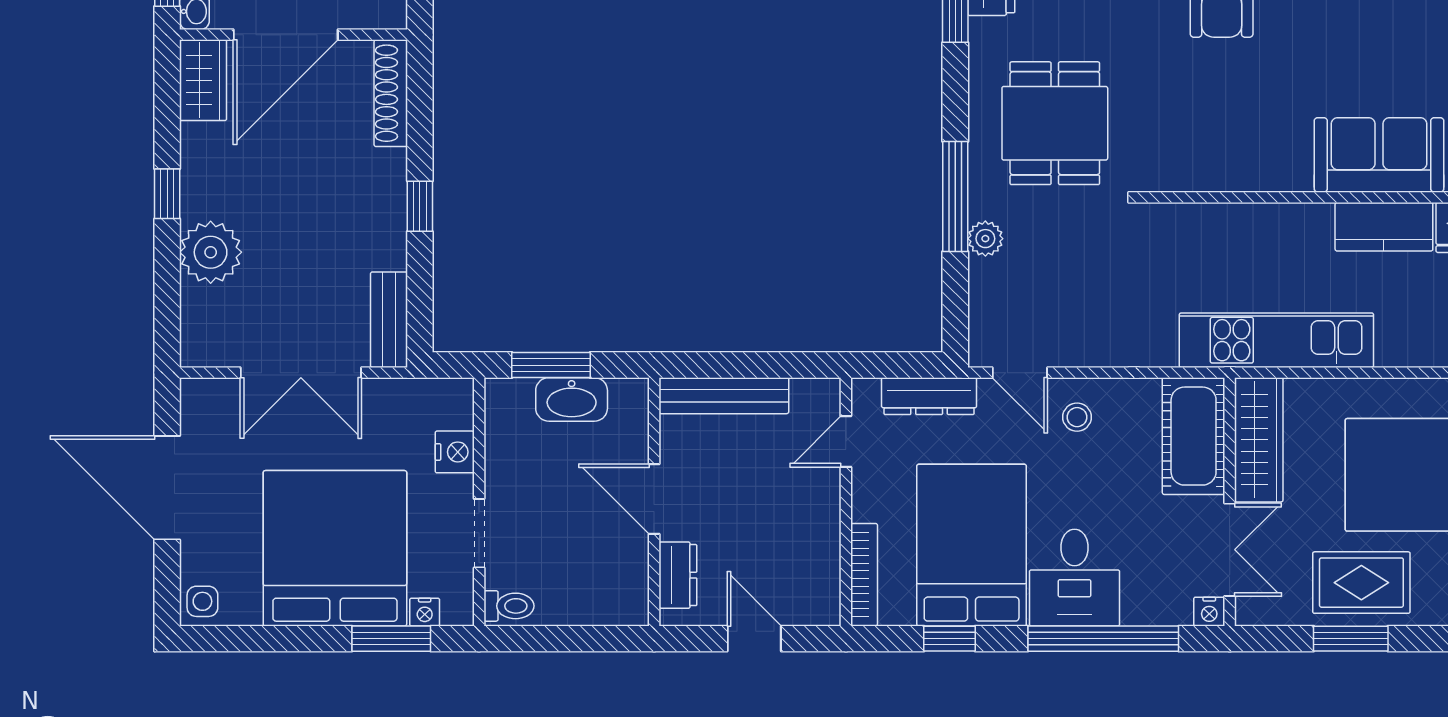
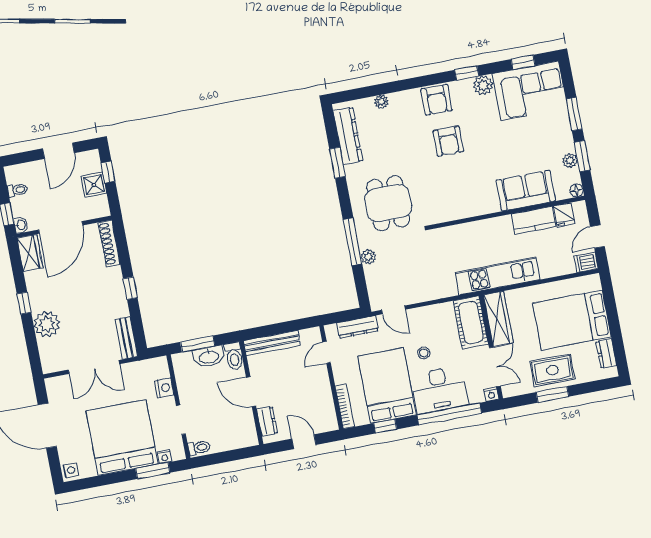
toilet: (630, 409) -> (234, 356), added
stool: (1077, 417) -> (424, 353), moved
desk: (1075, 578) -> (439, 390), width x1.37

